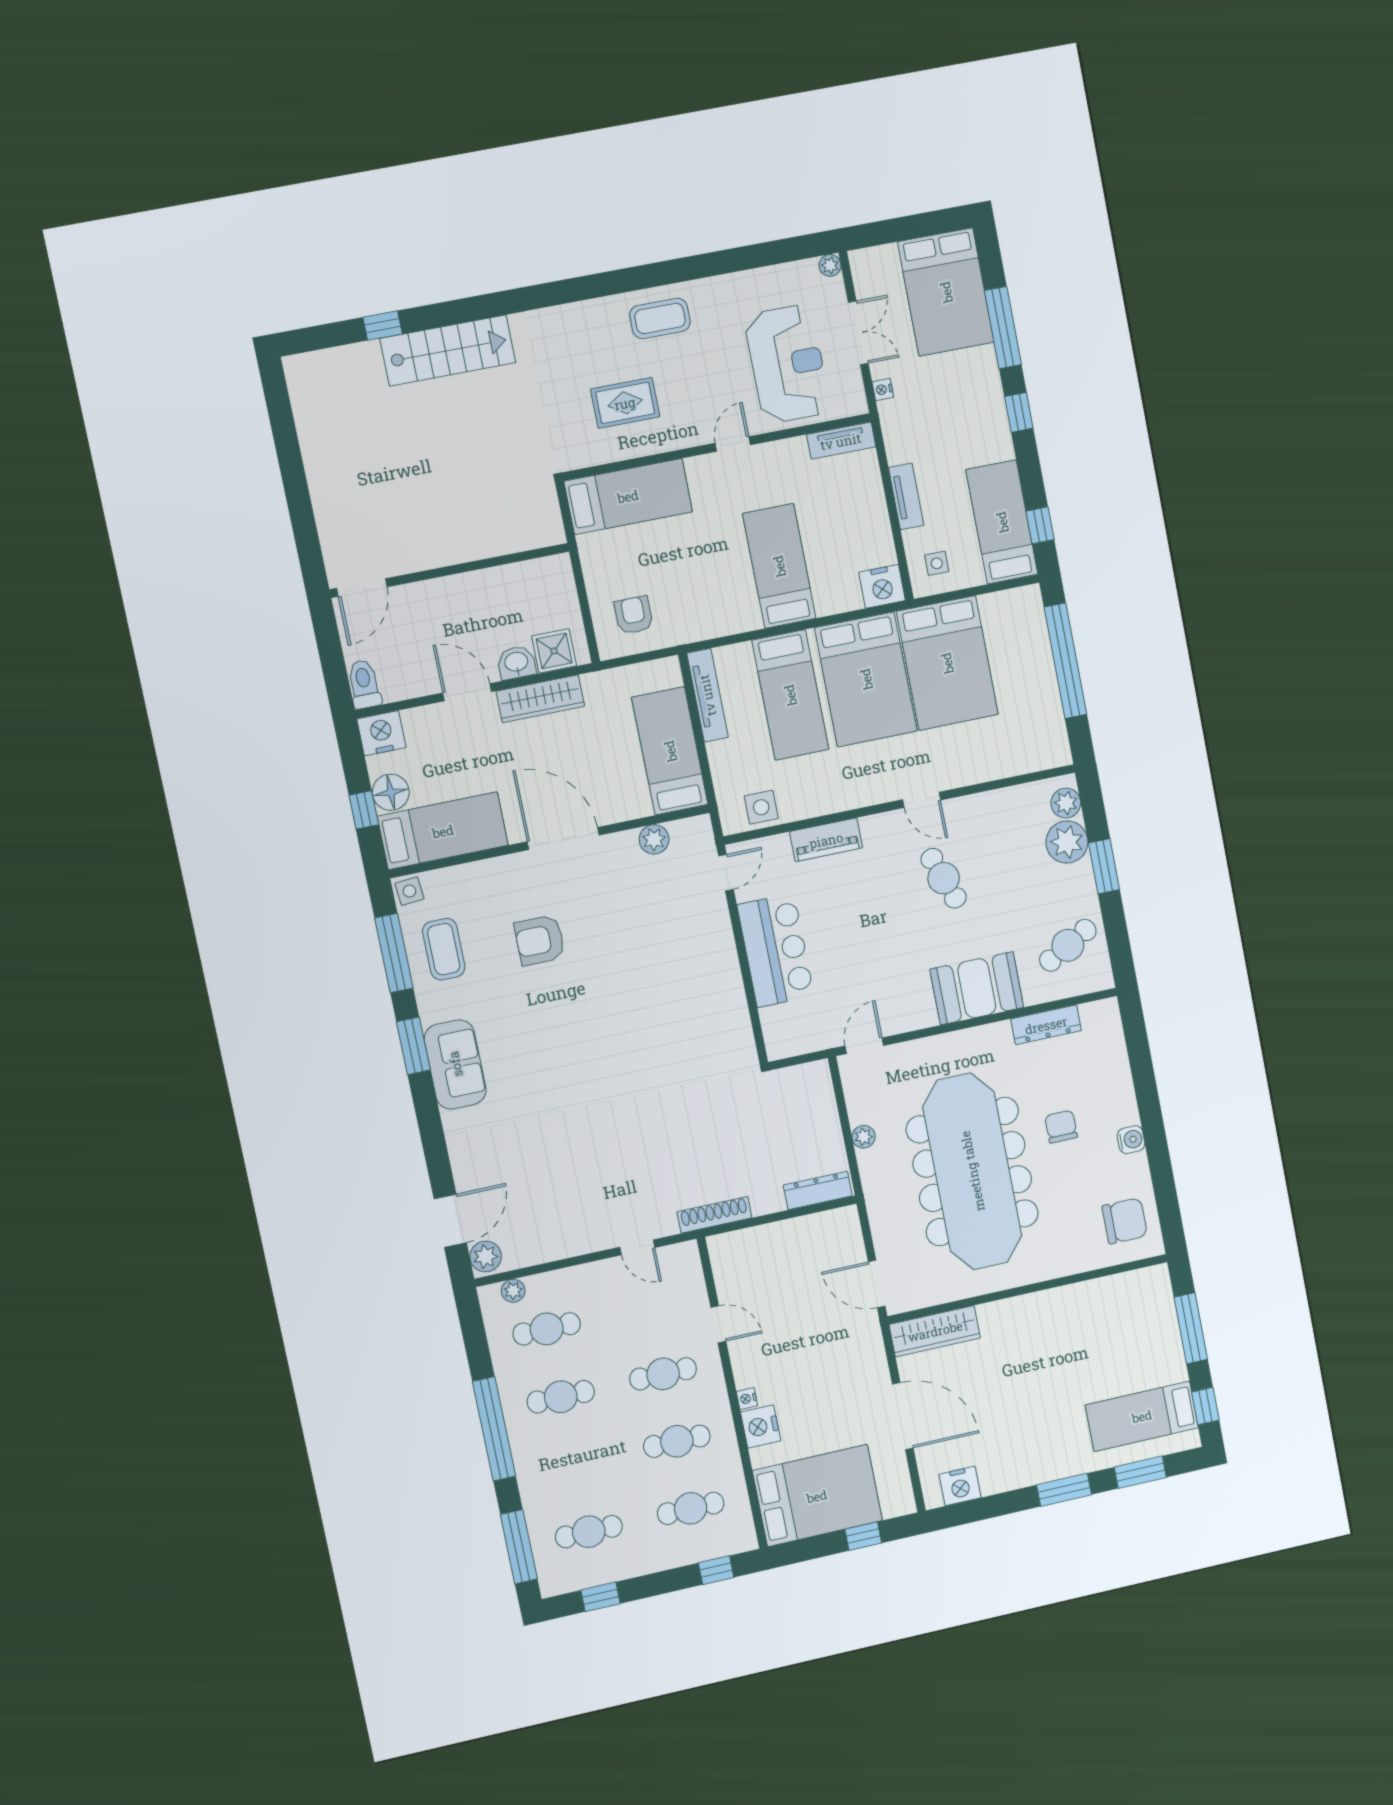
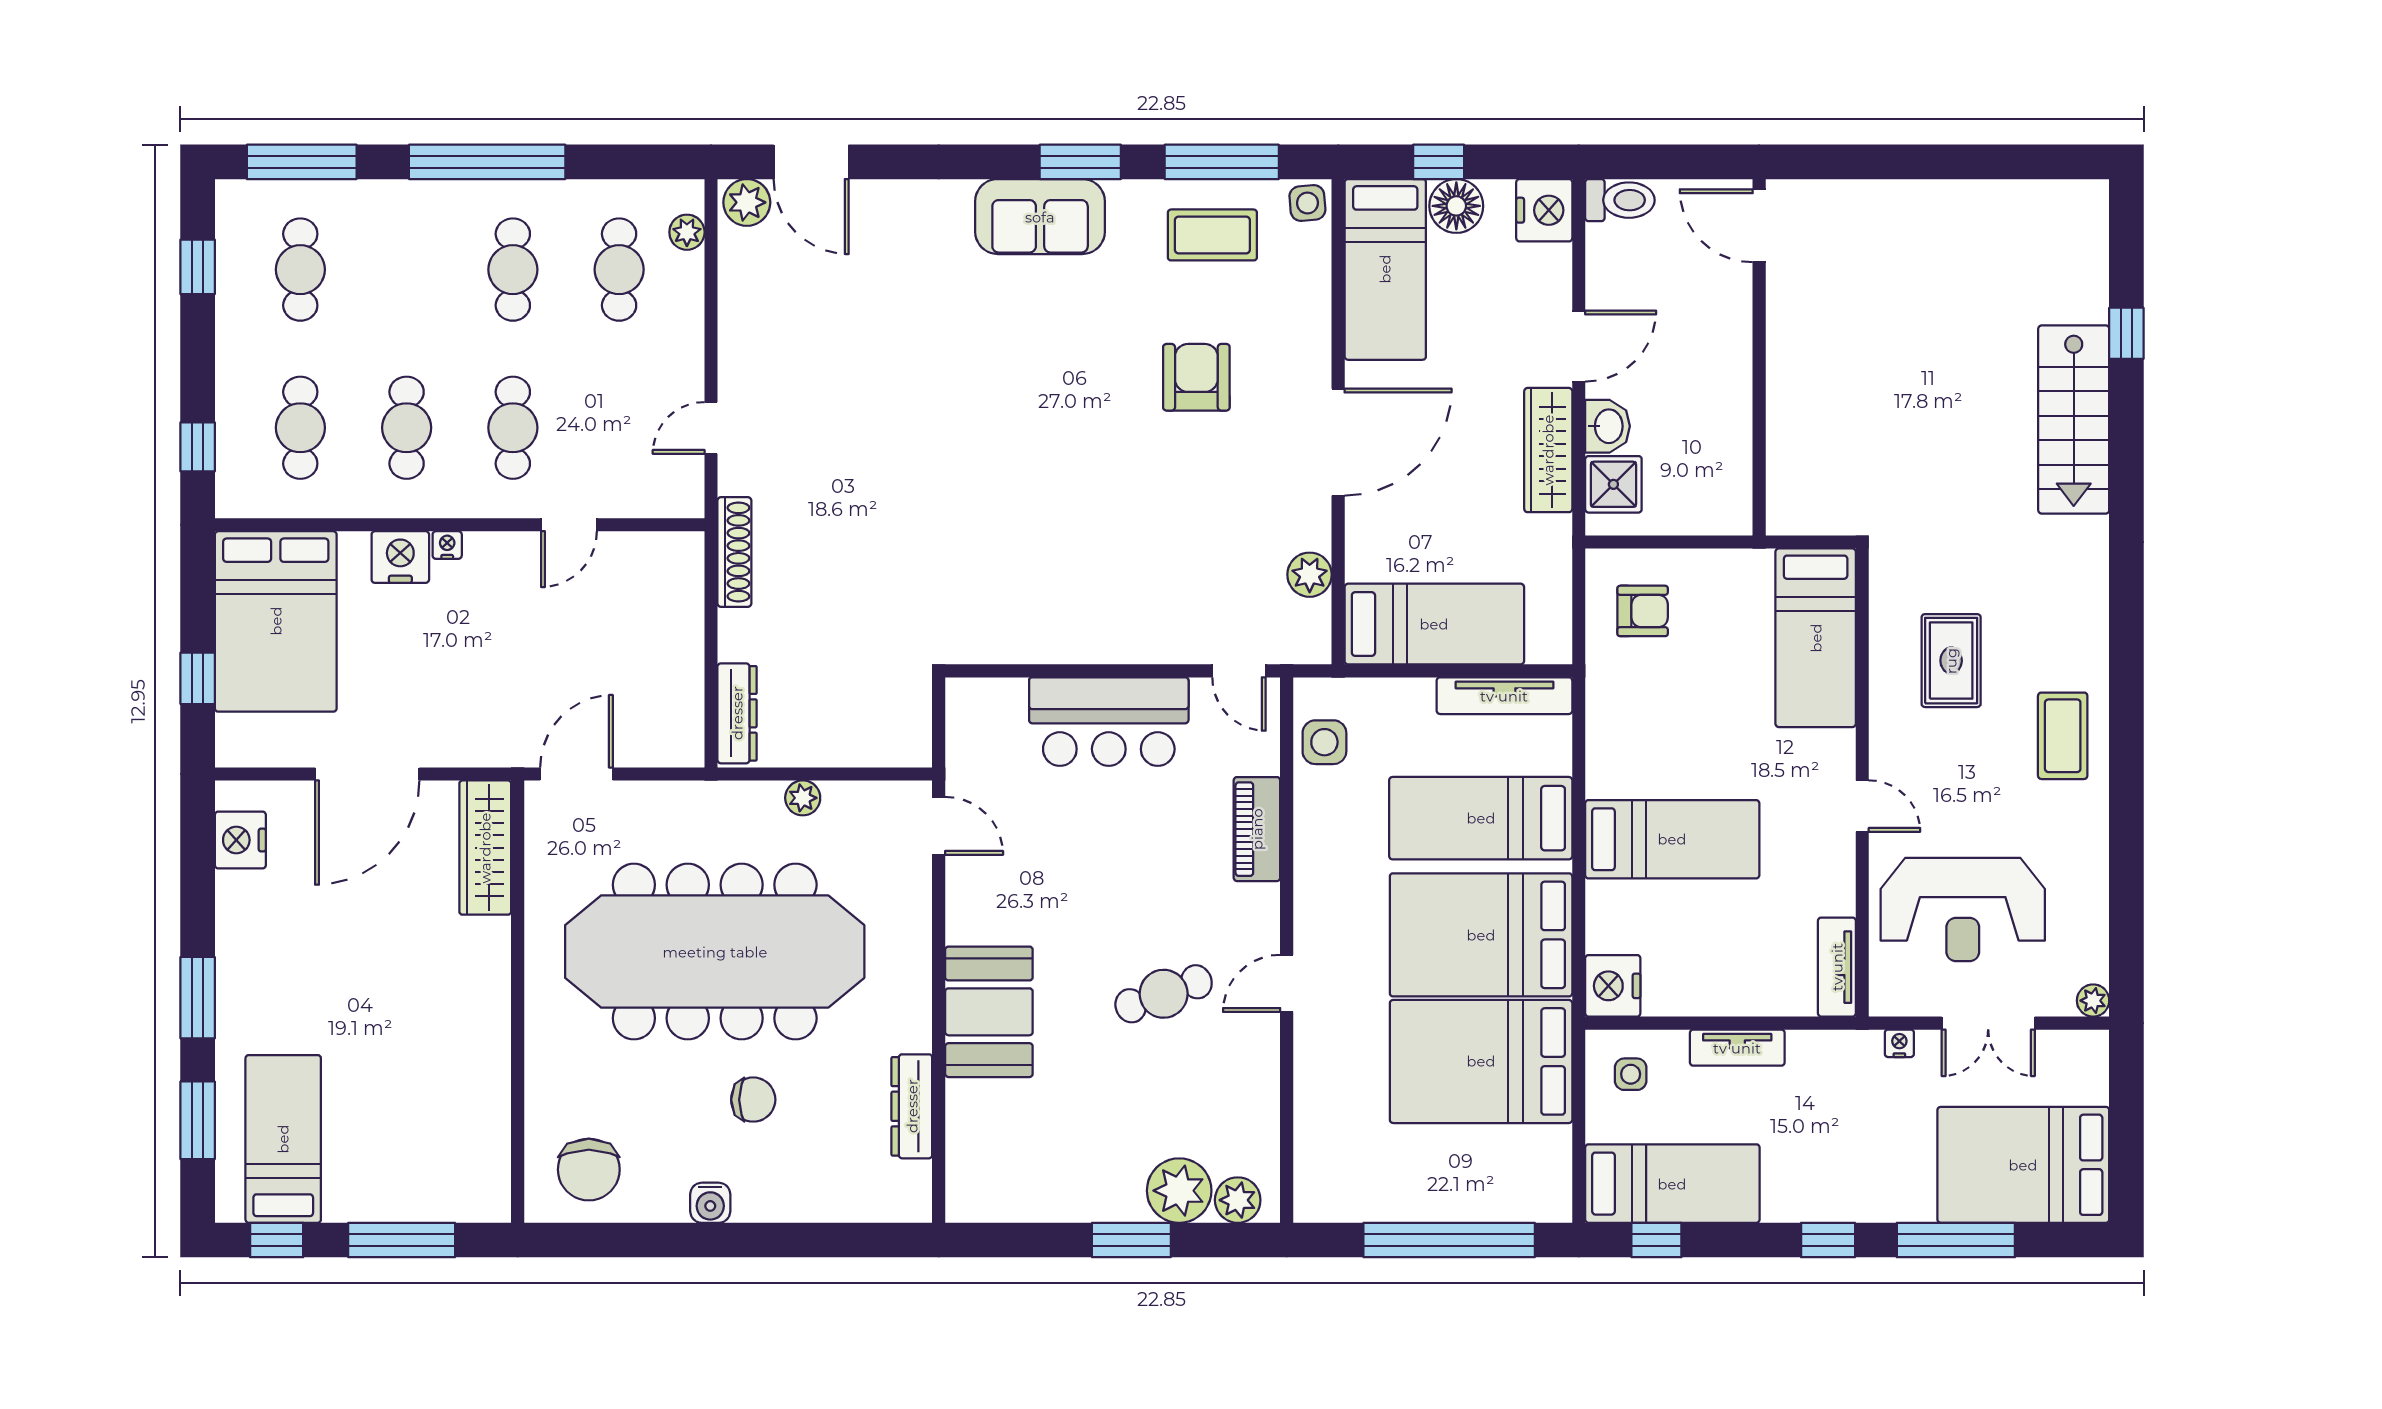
cafe table: (1068, 945) -> (1024, 1162), removed

